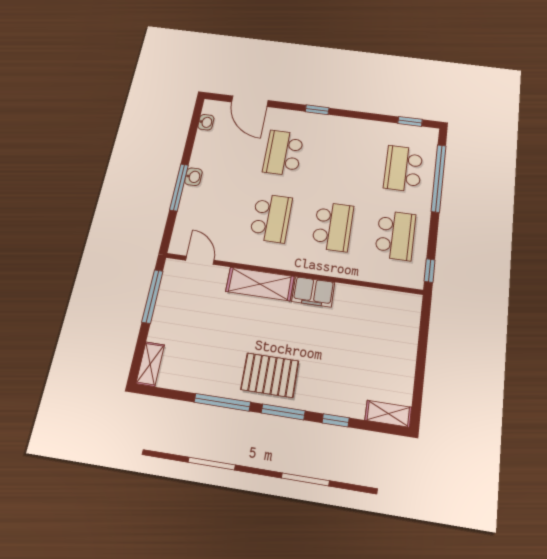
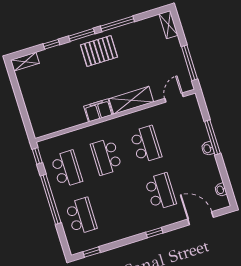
window: (439, 178) -> (51, 199), moved
school desk: (271, 218) -> (146, 144), turned 180
school desk: (395, 235) -> (67, 169), turned 180
door: (200, 260) -> (174, 98), swing flipped

